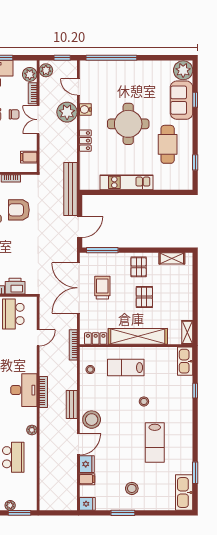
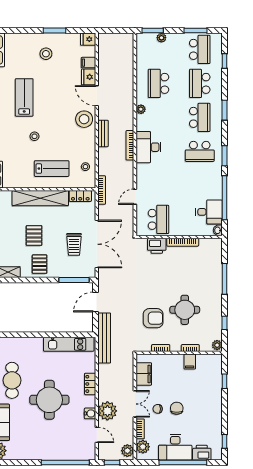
filing cabinet: (29, 157) -> (144, 374), width x2.00
kitchen unit: (126, 182) -> (69, 344), moved
door: (78, 444) -> (97, 96), hinge flipped

